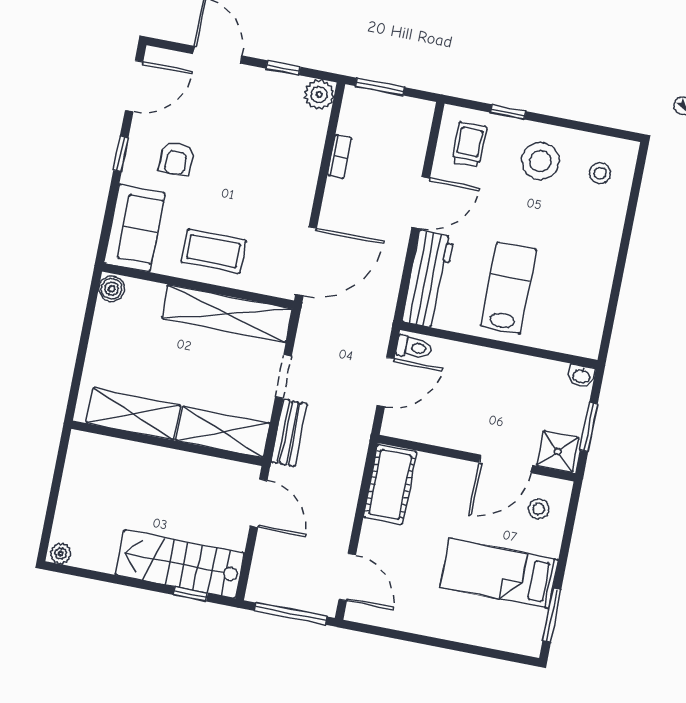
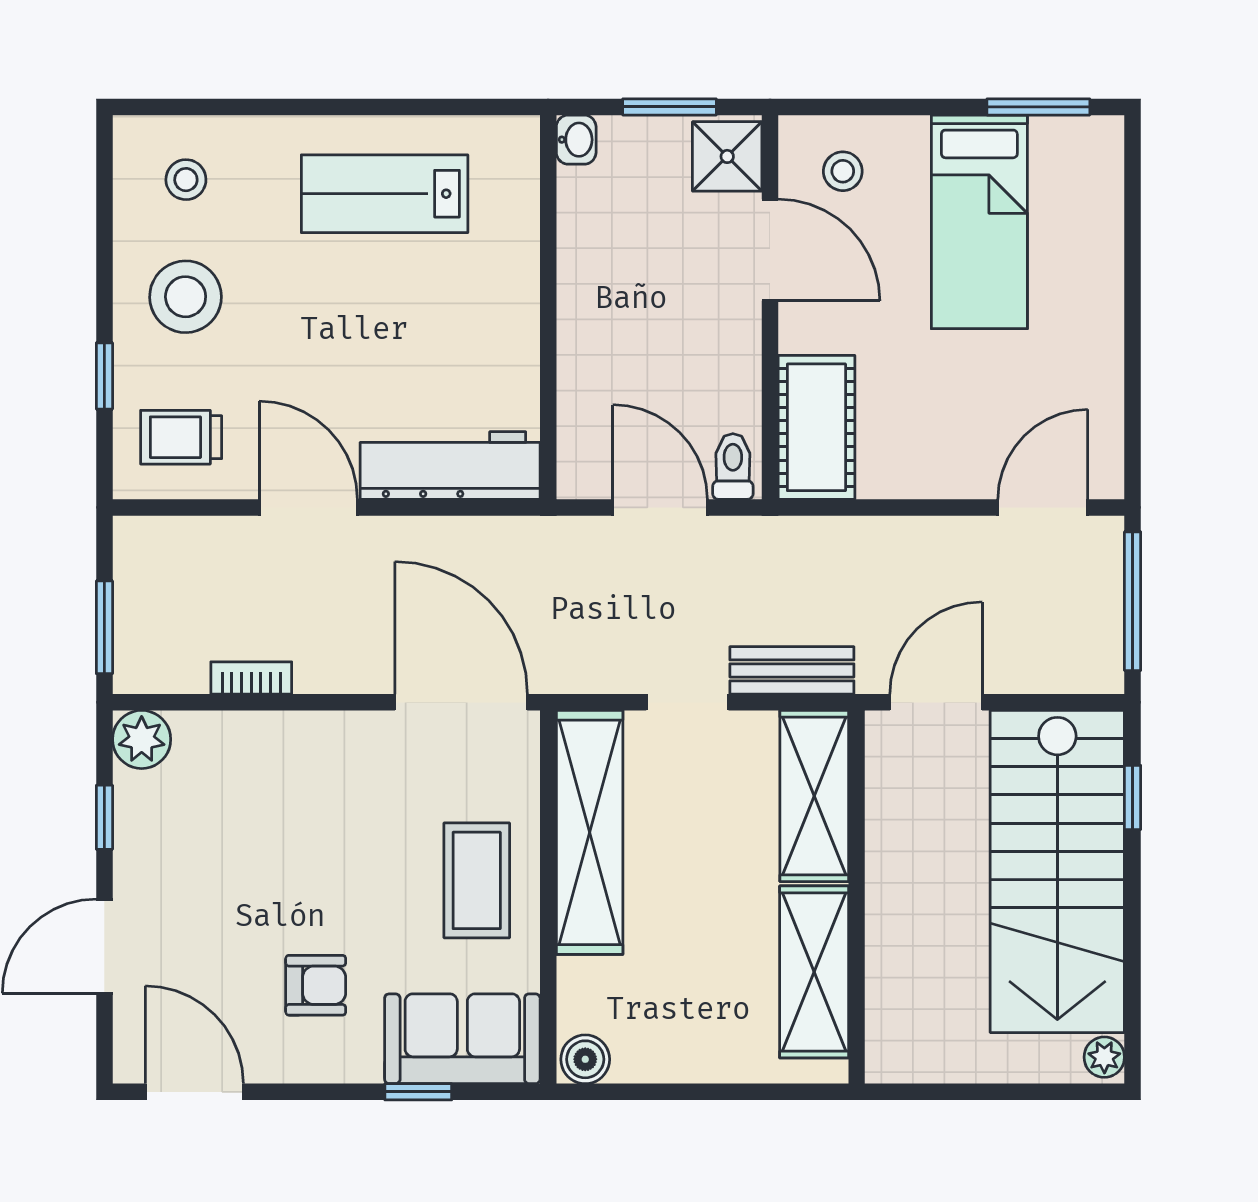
window: (121, 154) -> (418, 1092), moved
lab bench: (509, 288) -> (385, 194), moved
toilet: (414, 348) -> (733, 466), moved
cot: (390, 484) -> (816, 427), moved, turned 90
stairs: (180, 564) -> (1057, 871), width x1.36, depth x1.51

